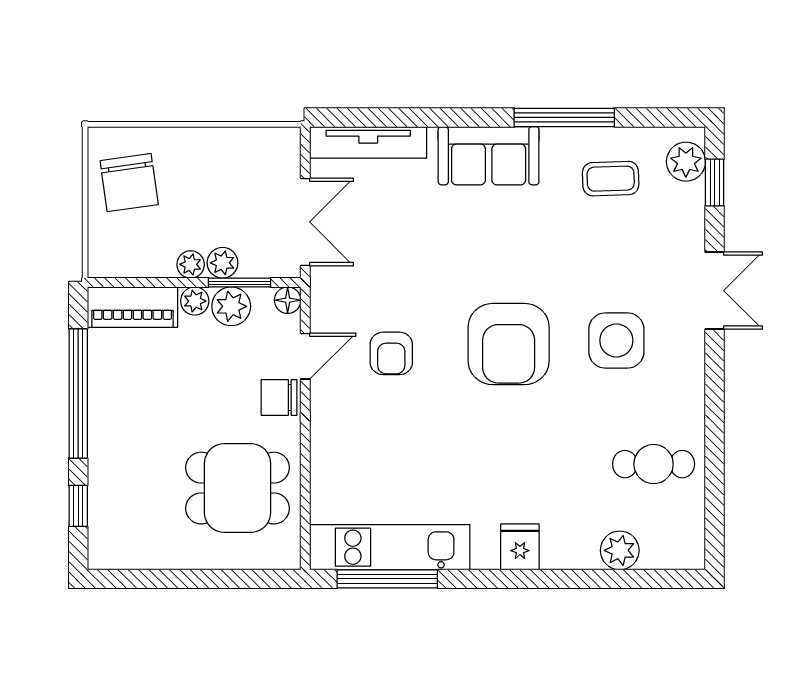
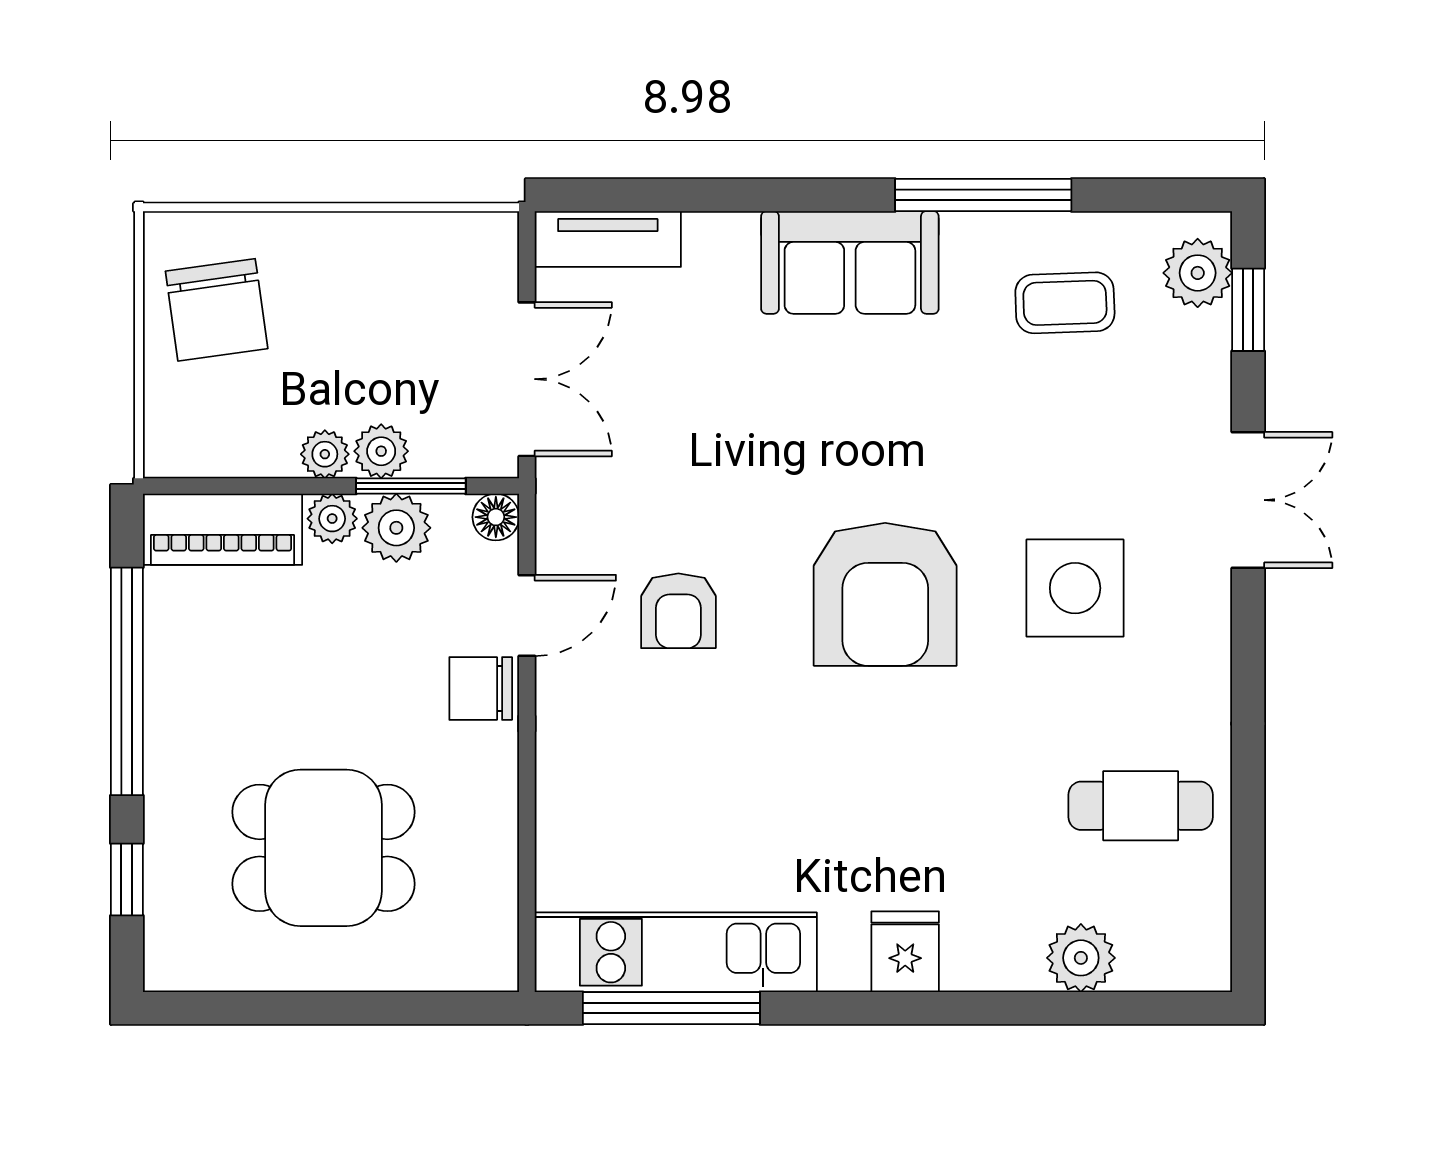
tv unit: (368, 142) -> (608, 239), width x0.71
dining table: (238, 488) -> (324, 848), moved

